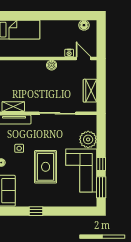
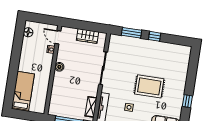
door: (84, 59) -> (58, 37), hinge flipped
plant: (88, 139) -> (131, 45), removed
corner sofa: (81, 171) -> (158, 55), removed
window: (101, 187) -> (132, 33), moved

